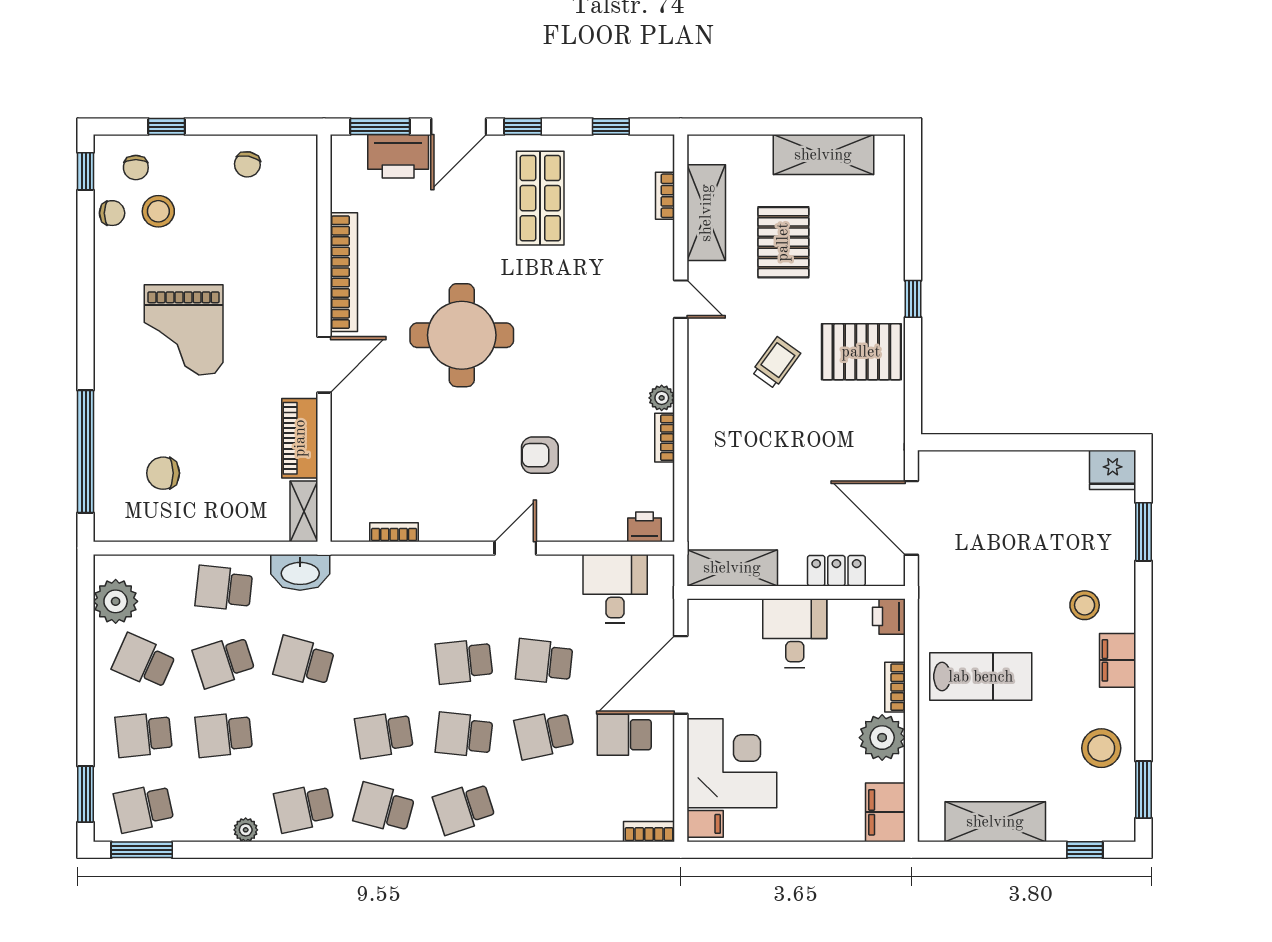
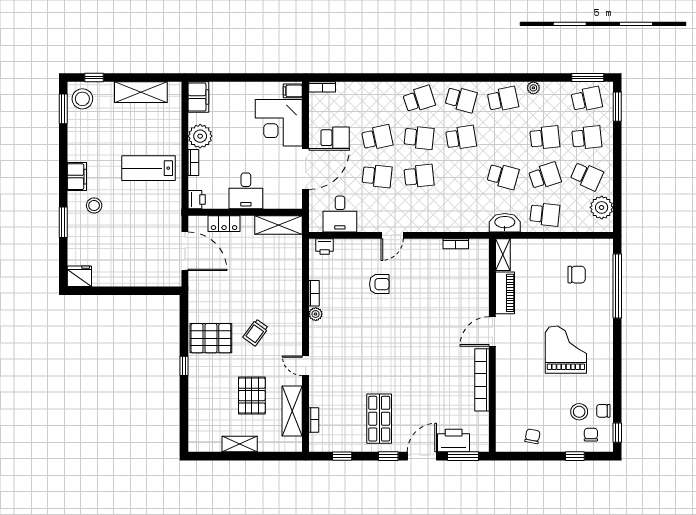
shelving: (823, 155) -> (240, 444), width x0.67, depth x0.75
round table: (462, 335) -> (420, 347), removed
window: (1143, 532) -> (63, 222), moved
stool: (1101, 748) -> (82, 99), moved

